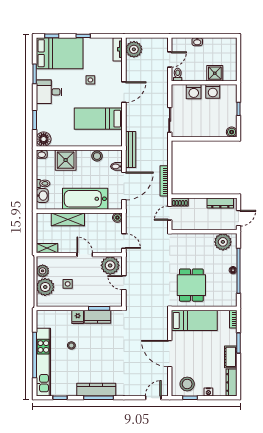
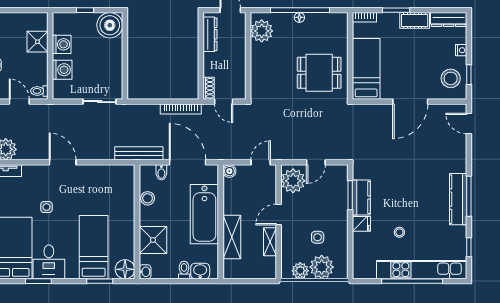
desk: (49, 92) -> (49, 262), moved
bed: (98, 119) -> (94, 247), moved, turned 180
boiler: (232, 132) -> (110, 25), width x1.86, depth x1.86
shelving: (47, 248) -> (270, 242), moved

